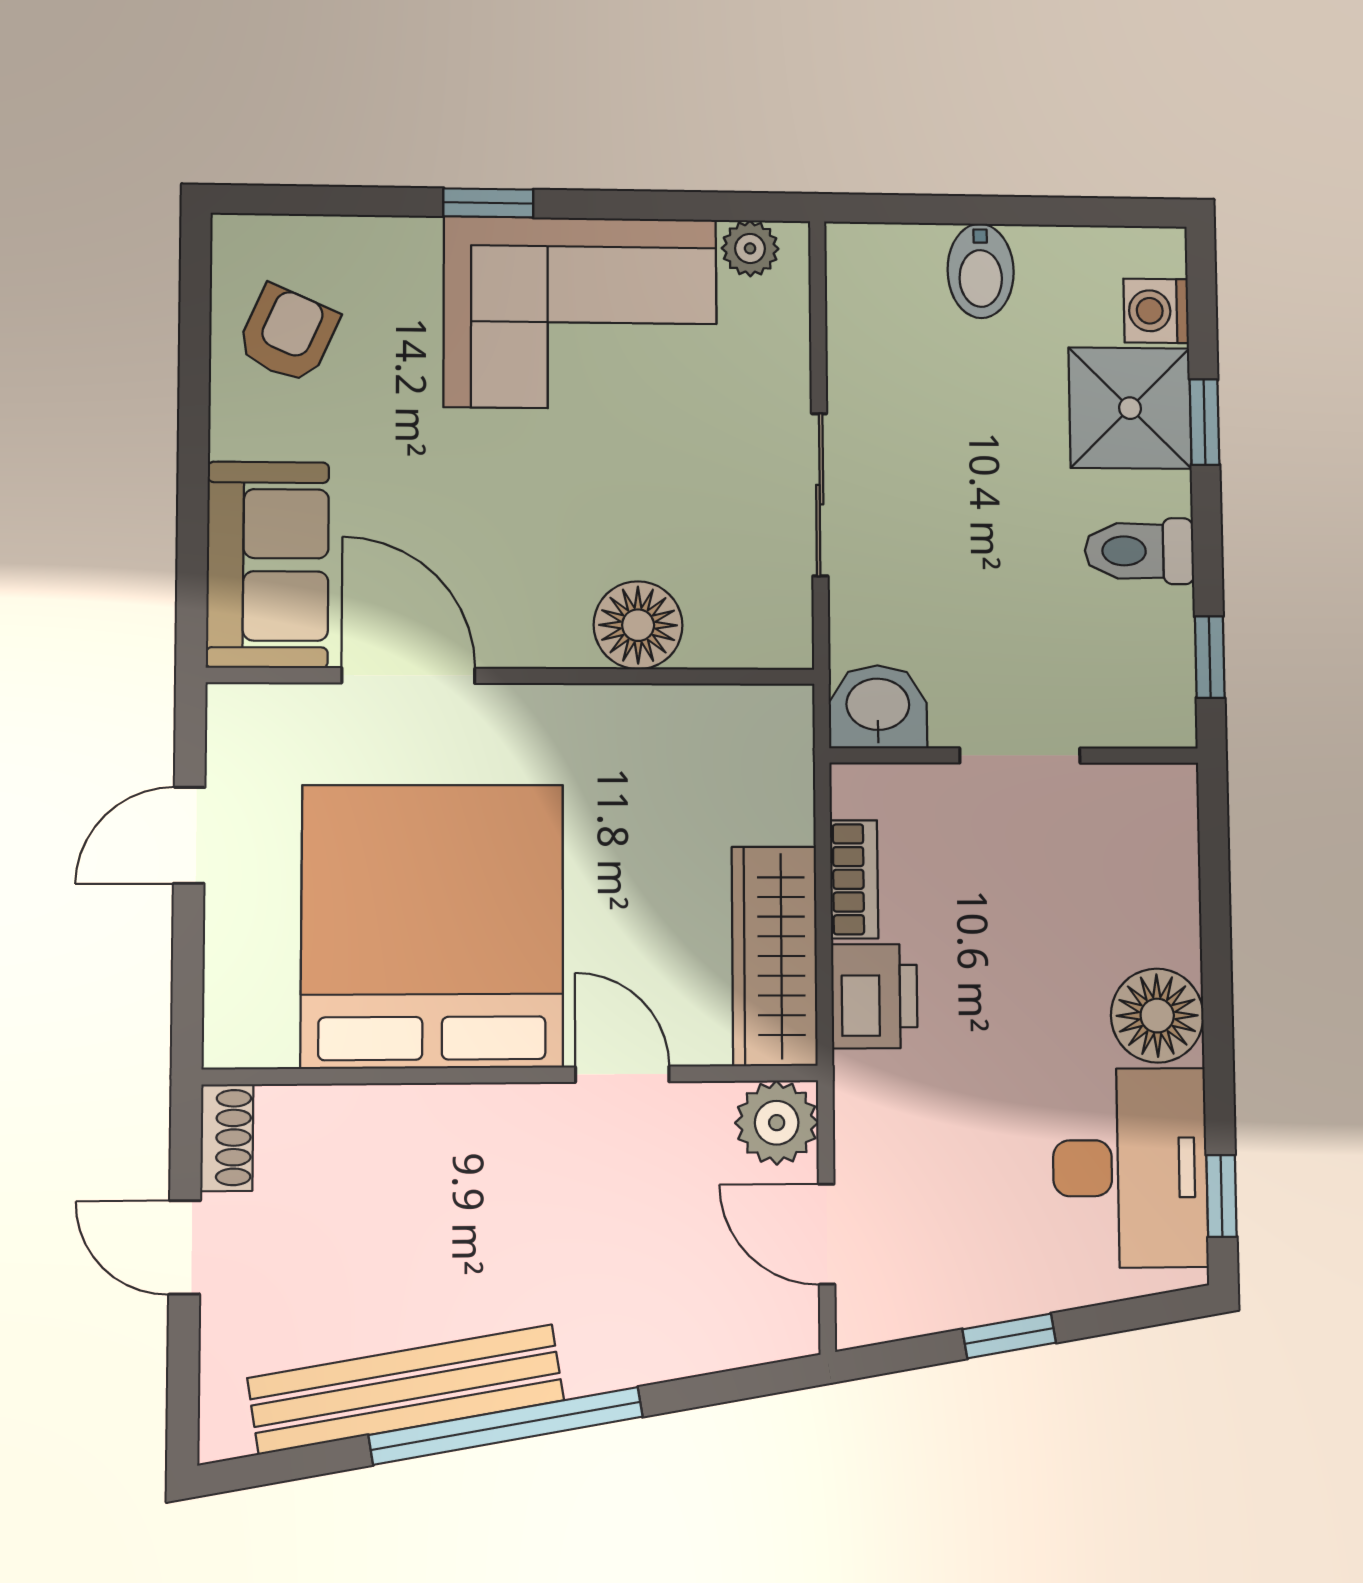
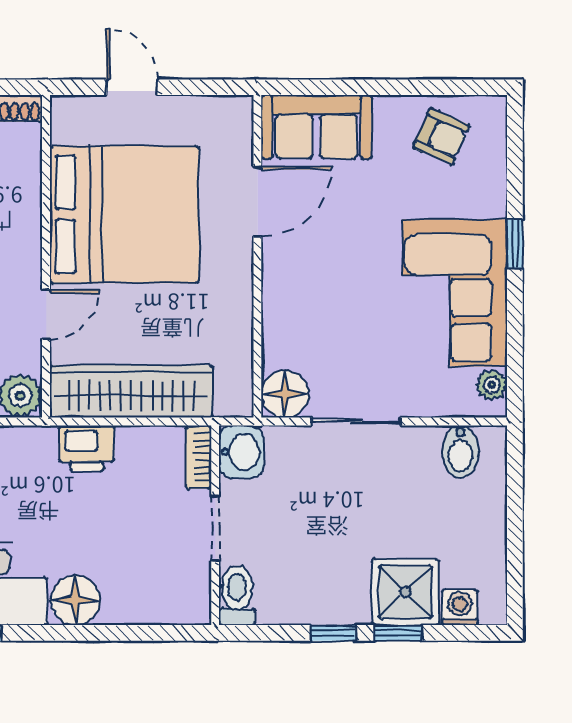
bidet: (981, 271) -> (460, 452), moved, turned -90
toilet: (1139, 551) -> (237, 595), moved
floor lamp: (638, 625) -> (285, 394), moved
window: (1210, 657) -> (333, 633), moved
door: (189, 835) -> (132, 87), moved
bookcase: (854, 879) -> (199, 457), moved, turned 90
wardrobe: (775, 956) -> (131, 391), width x1.40, depth x1.17

